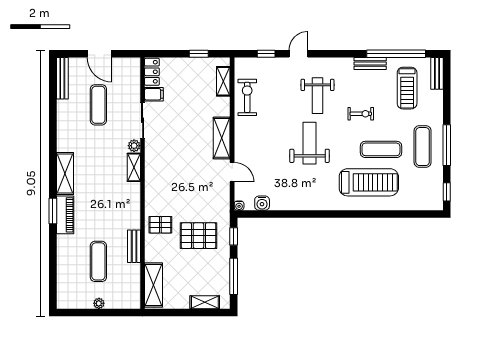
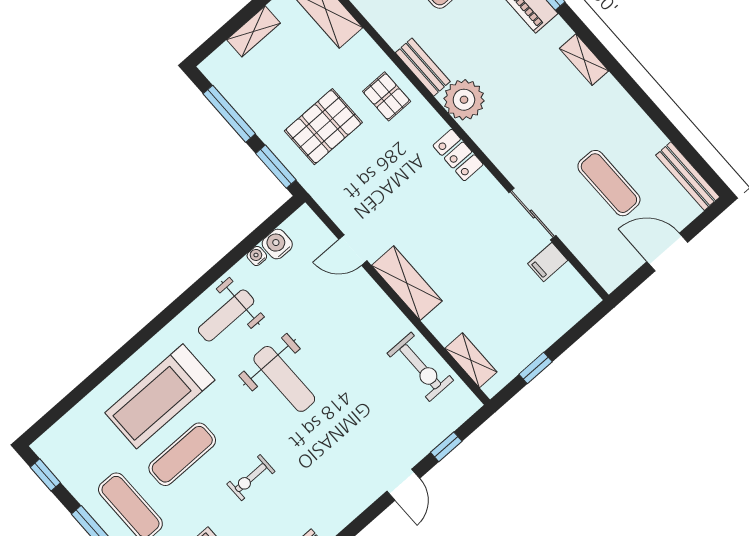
locker: (152, 72) -> (458, 155), moved
weight bench: (318, 96) -> (226, 315), moved, turned -90
plant: (134, 146) -> (464, 100), moved, width x1.88, depth x1.88
shelving: (134, 167) -> (489, 142), removed
shelving: (65, 174) -> (584, 60), width x0.67, depth x0.75
water cooler: (239, 206) -> (257, 256), moved
pallet: (160, 225) -> (387, 96), turned 90
window: (234, 236) -> (276, 167), width x1.50
bench: (134, 246) -> (423, 67), moved
shelving: (205, 302) -> (253, 31), moved

